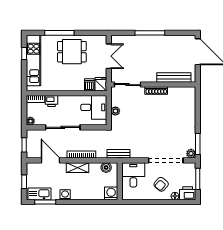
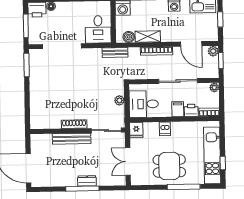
dresser: (146, 40) -> (87, 181), added
bench: (174, 78) -> (72, 139), moved
dishwasher: (89, 85) -> (165, 129), moved
filing cabinet: (63, 102) -> (178, 109), added
plant: (191, 154) -> (213, 51), moved
shelving: (78, 168) -> (148, 37), moved
armchair: (161, 184) -> (67, 19), removed

